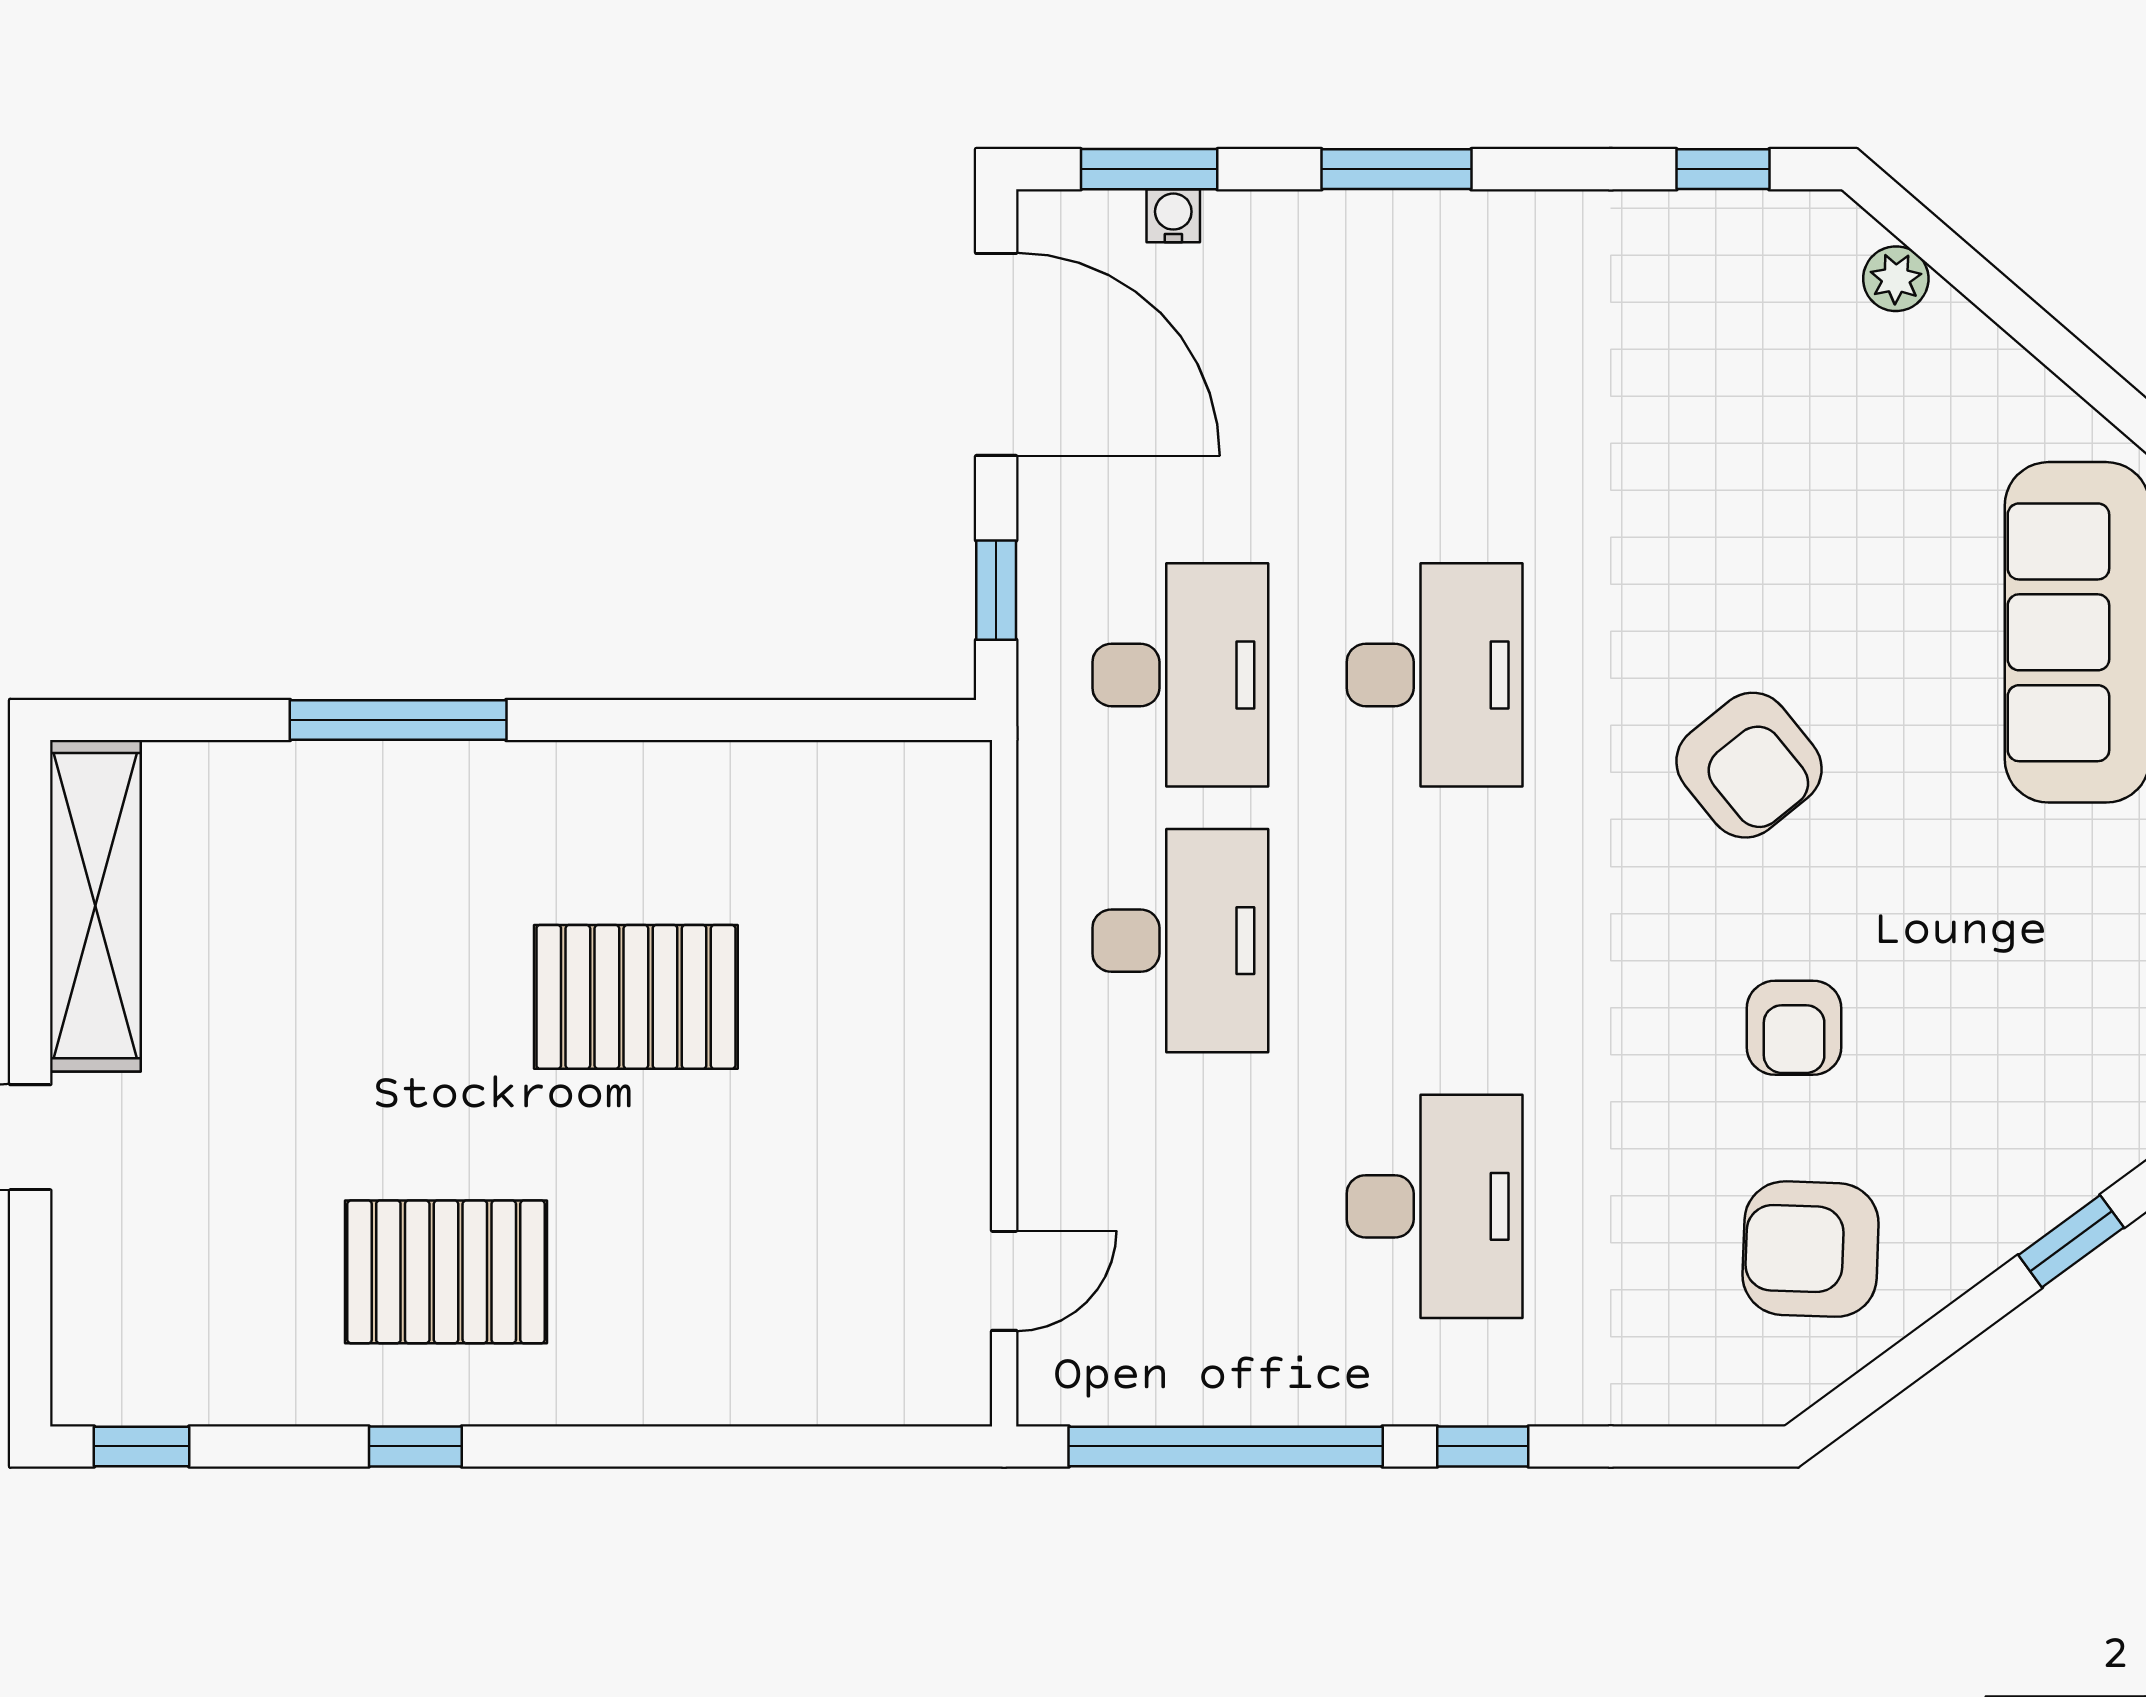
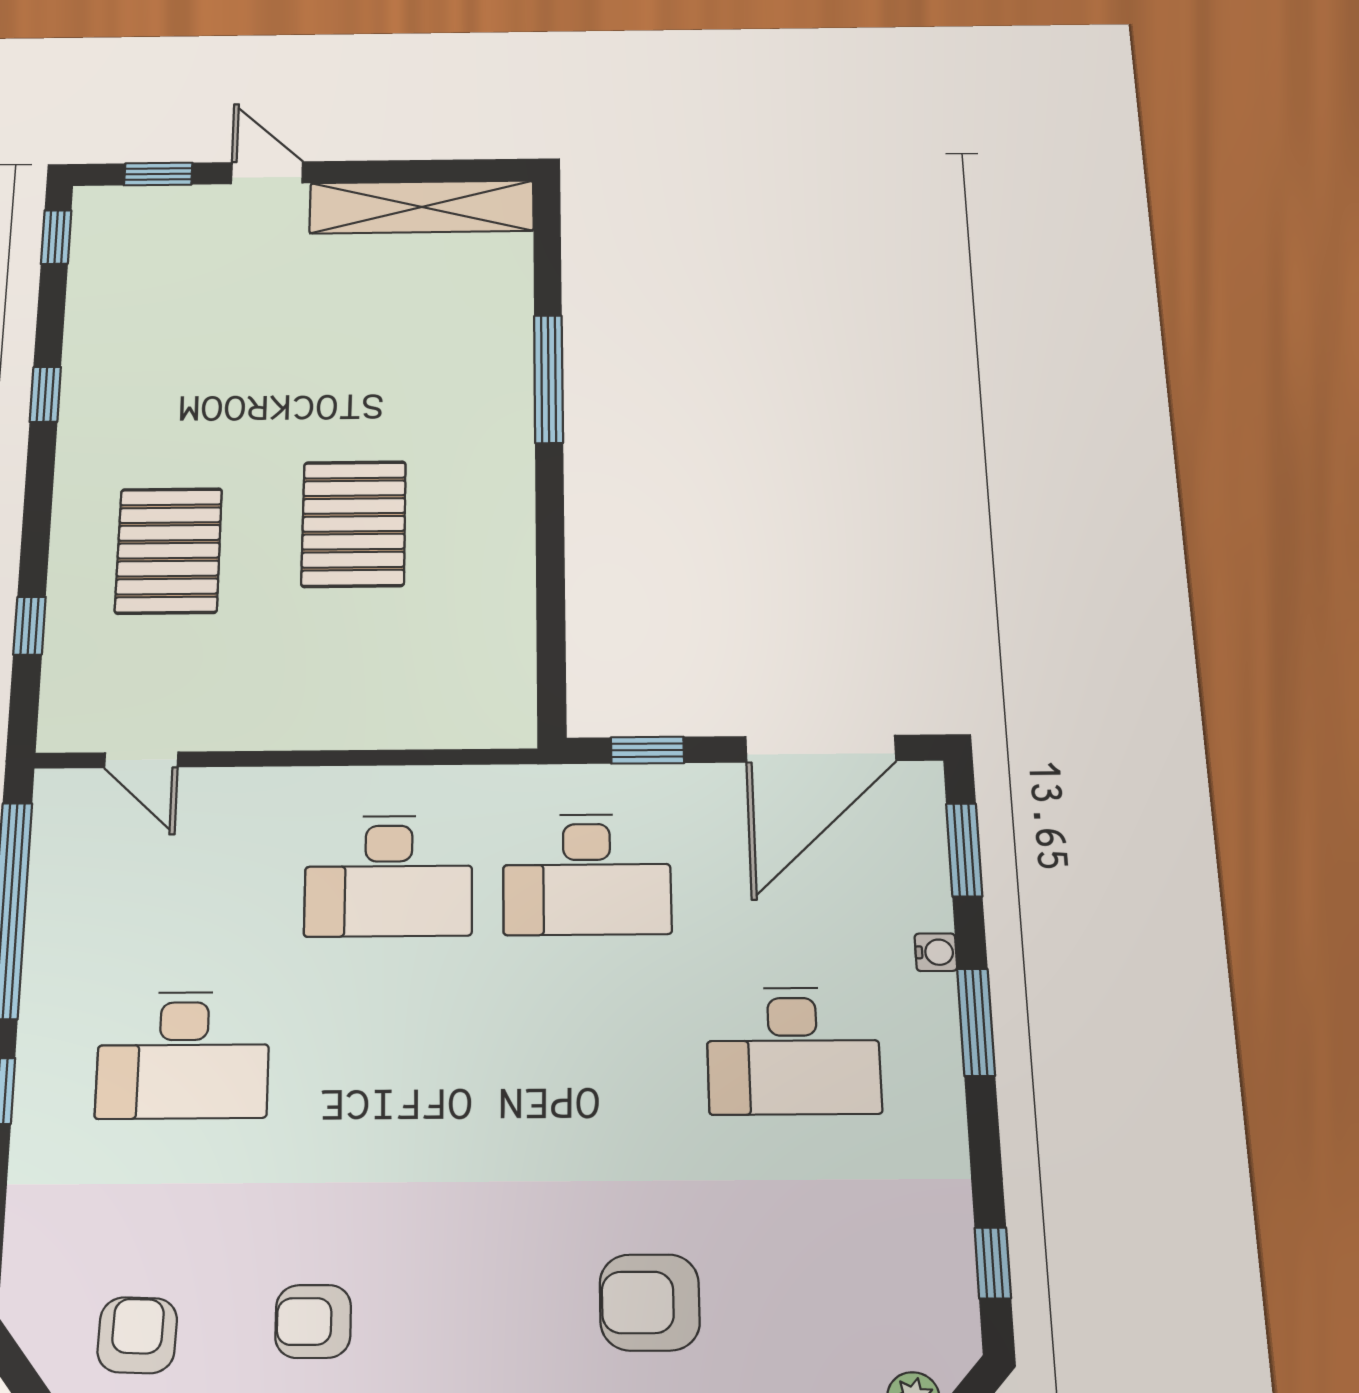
water cooler: (1173, 216) -> (936, 952), moved
desk: (1435, 675) -> (793, 1051), moved
armchair: (1749, 765) -> (650, 1302), moved, turned 39
armchair: (1811, 1249) -> (137, 1335), width x0.72, depth x0.72
pallet: (446, 1272) -> (169, 551), moved
window: (30, 1300) -> (158, 174), added
window: (795, 1446) -> (30, 626), added

